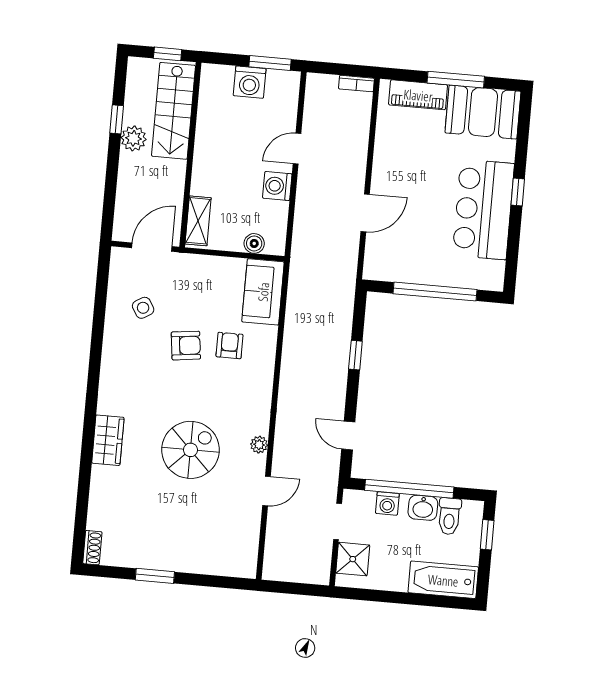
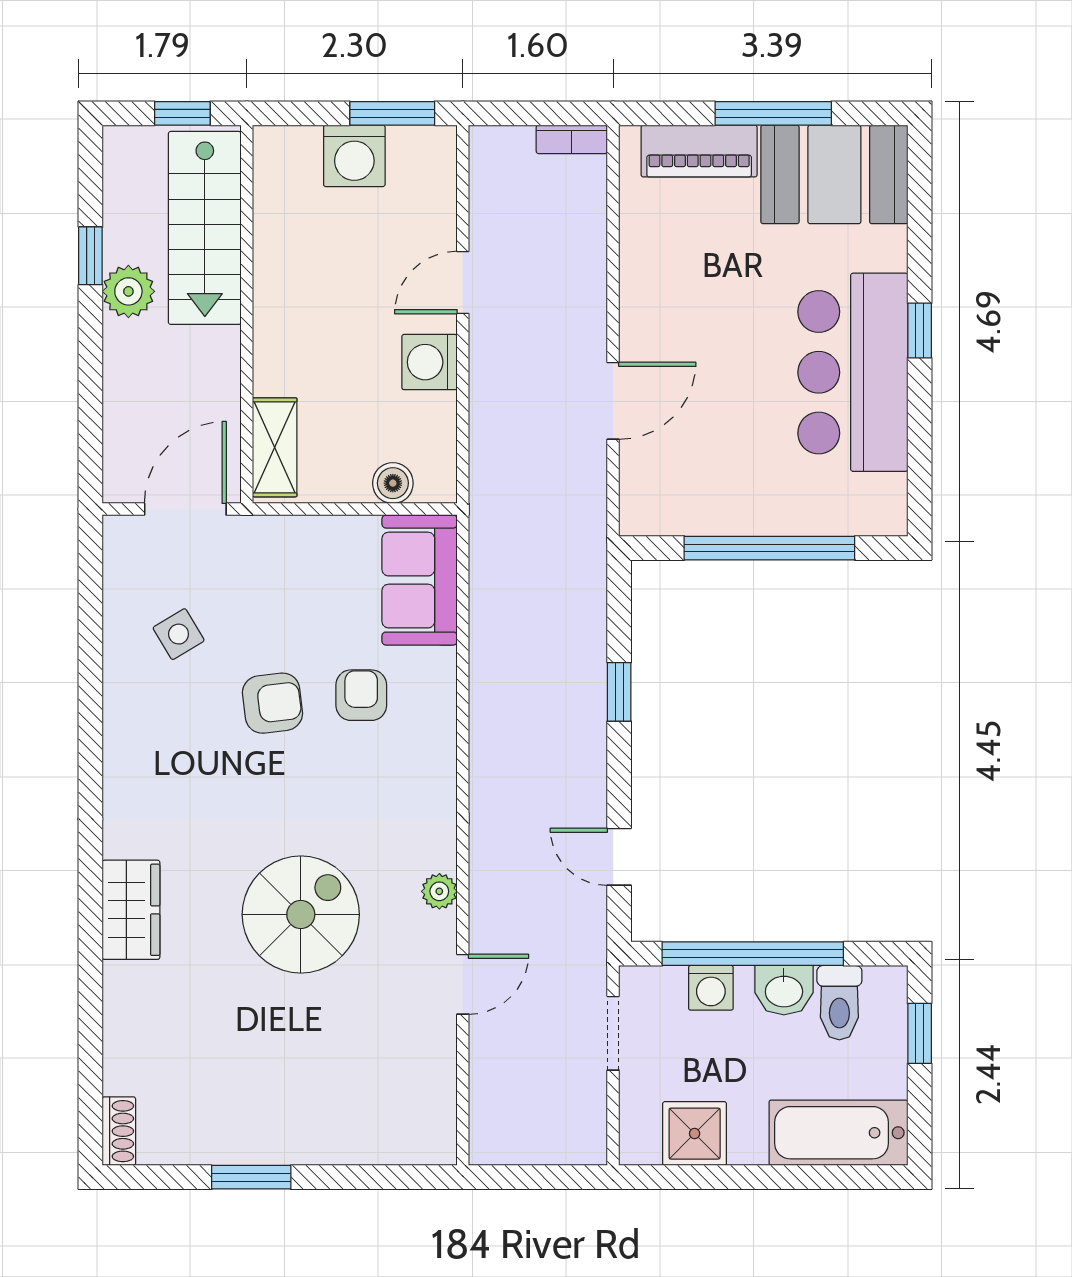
shower: (353, 559) -> (695, 1134), moved

